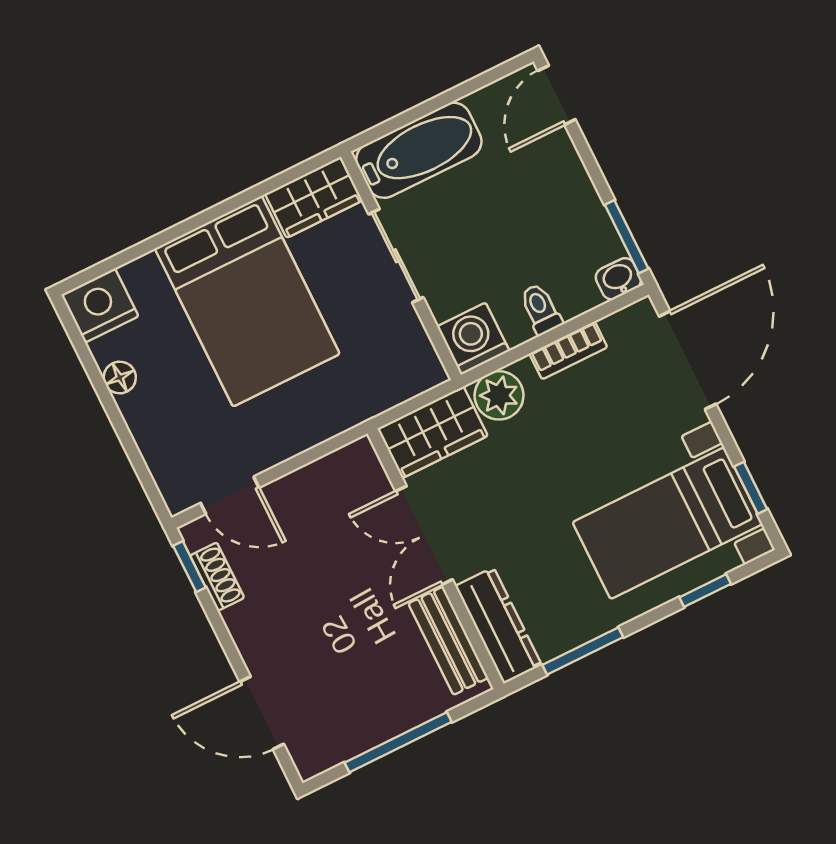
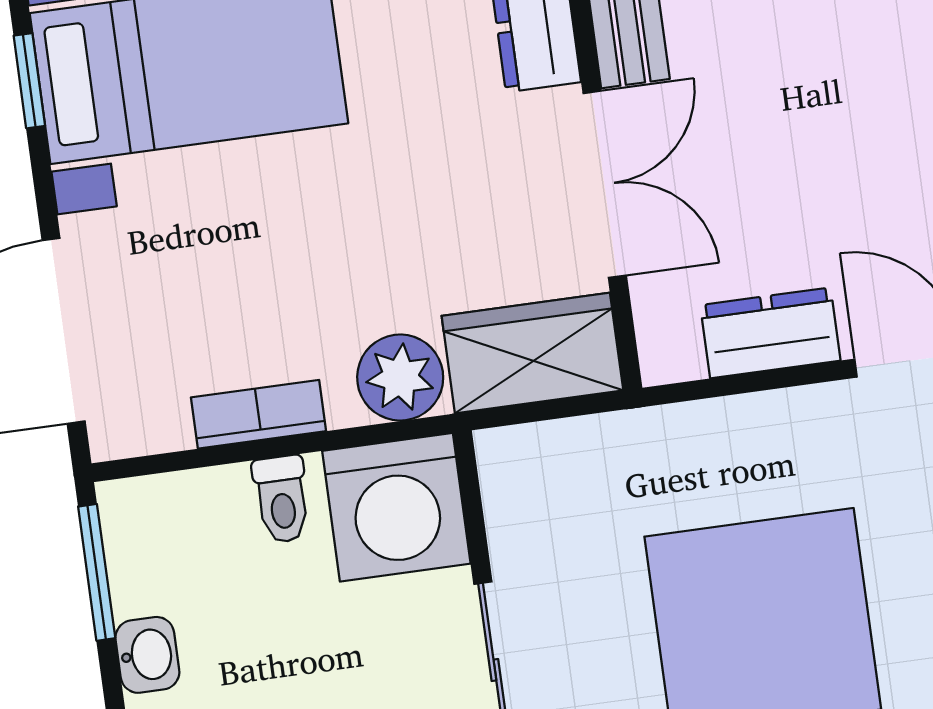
washbasin: (618, 279) -> (147, 655), moved, turned -90
washing machine: (473, 339) -> (396, 507), width x1.37, depth x1.37
dresser: (309, 486) -> (770, 333), added

